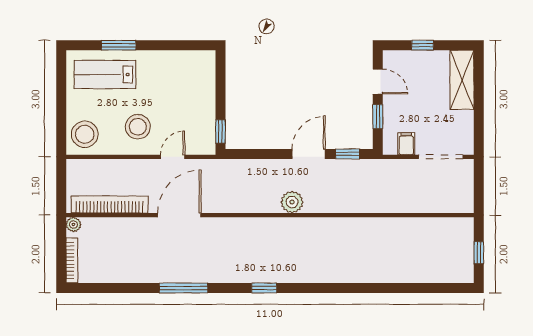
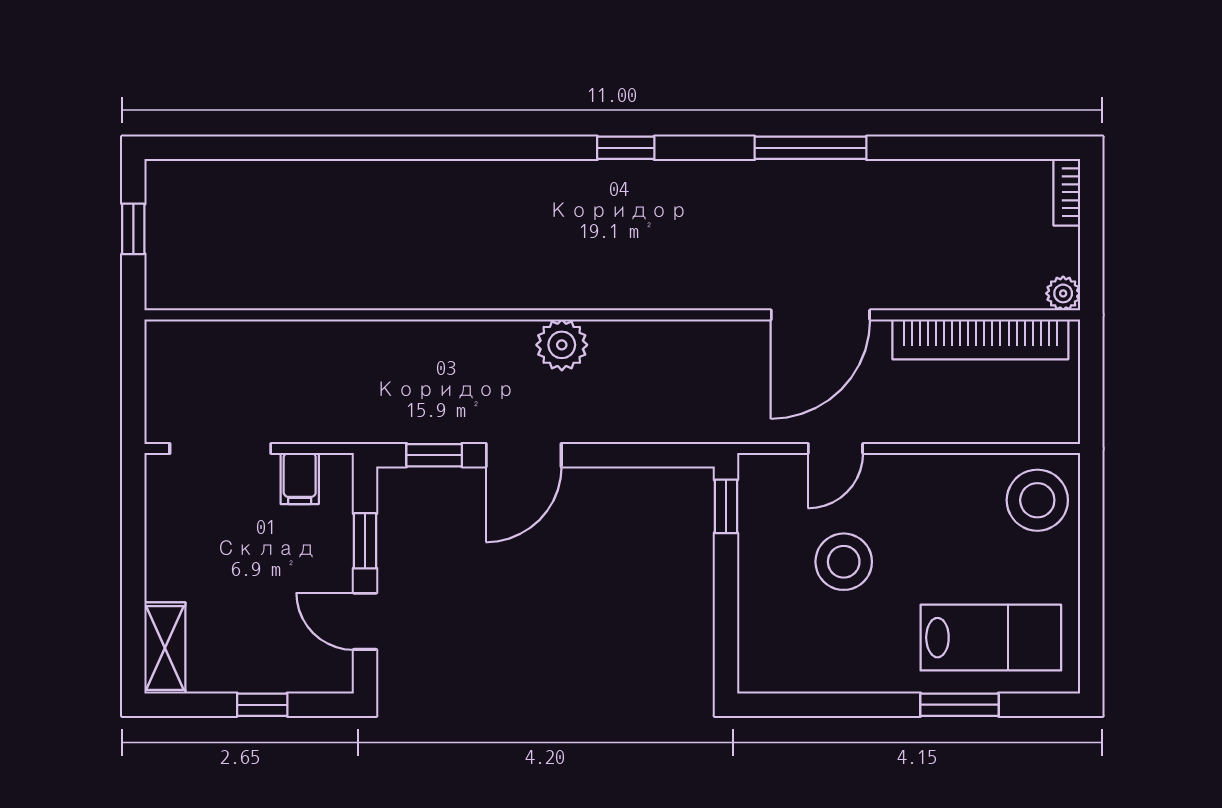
shelving: (462, 80) -> (165, 648), width x0.67, depth x0.75
stool: (138, 127) -> (844, 562), moved
bookcase: (72, 260) -> (1067, 192), width x0.64

